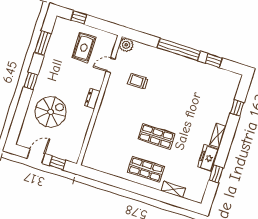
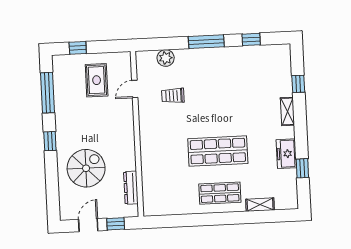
window: (43, 43) -> (48, 93), width x1.44
plant: (126, 45) -> (166, 58), moved
window: (179, 49) -> (206, 42), width x0.68
dresser: (93, 98) -> (131, 188), moved, width x1.44
shop shelf: (156, 136) -> (218, 151), width x1.43, depth x1.36
shelving: (218, 136) -> (287, 111), moved

